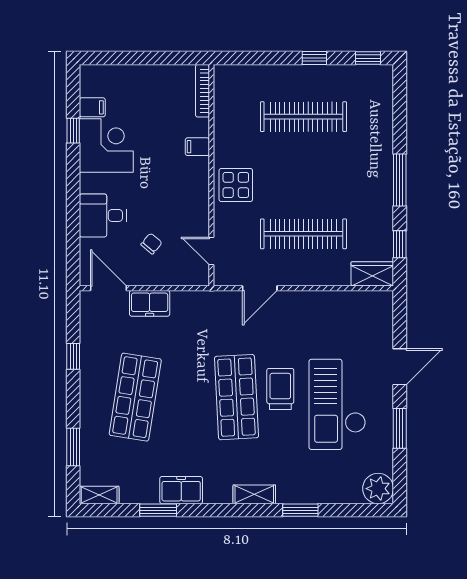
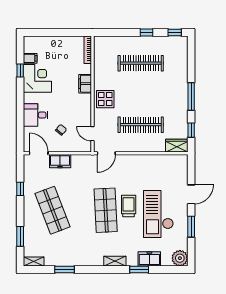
filing cabinet: (197, 147) -> (85, 84), width x2.00
door: (260, 288) -> (106, 153), moved
shop shelf: (135, 397) -> (53, 210), turned -30
freezer: (181, 490) -> (149, 259), moved

